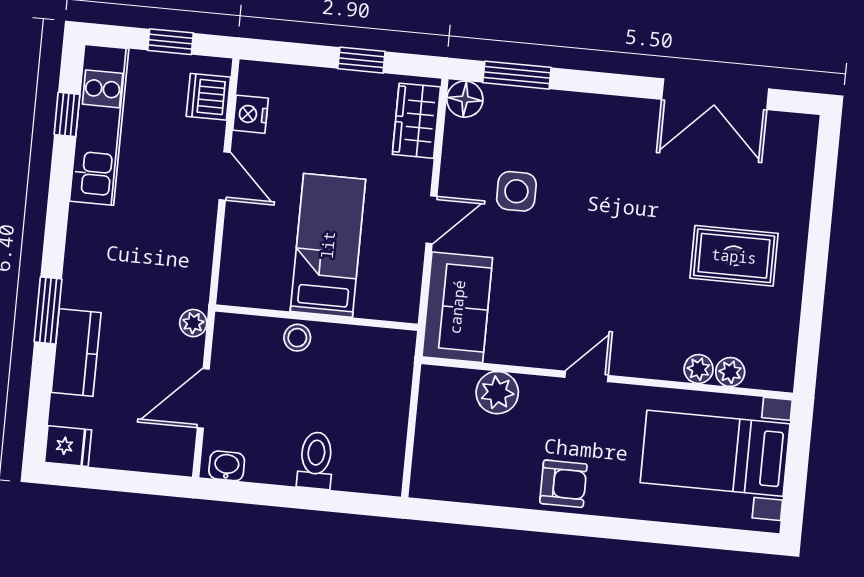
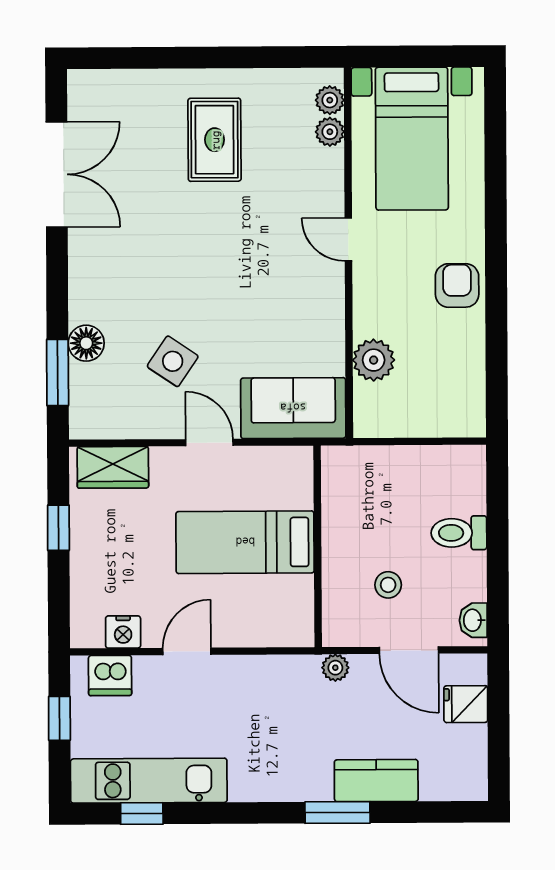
floor lamp: (465, 99) -> (86, 343), moved
side table: (516, 191) -> (173, 361), turned 34
stool: (297, 338) -> (388, 585), moved
plant: (699, 369) -> (330, 100), moved
door: (586, 376) -> (348, 239), moved
fridge: (68, 446) -> (466, 704), moved, turned -90

